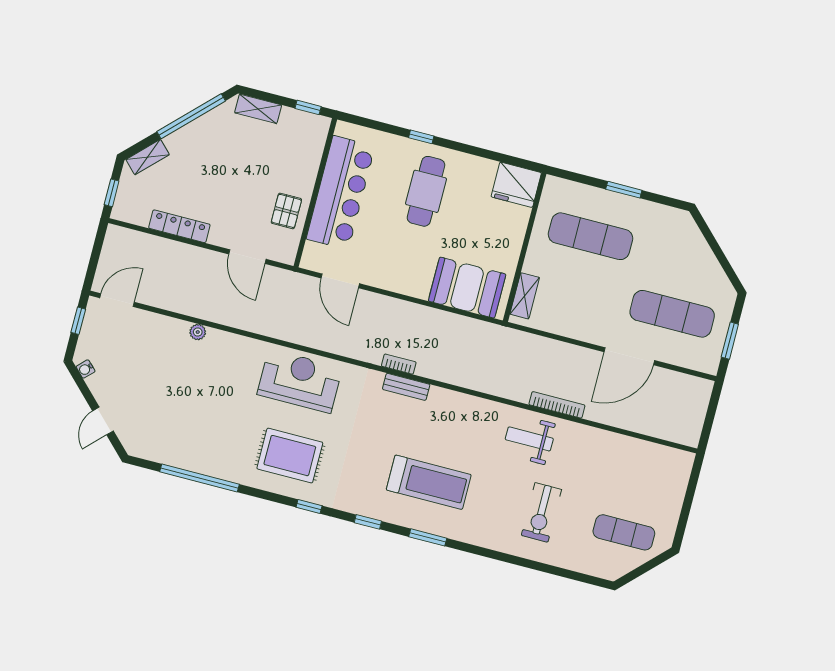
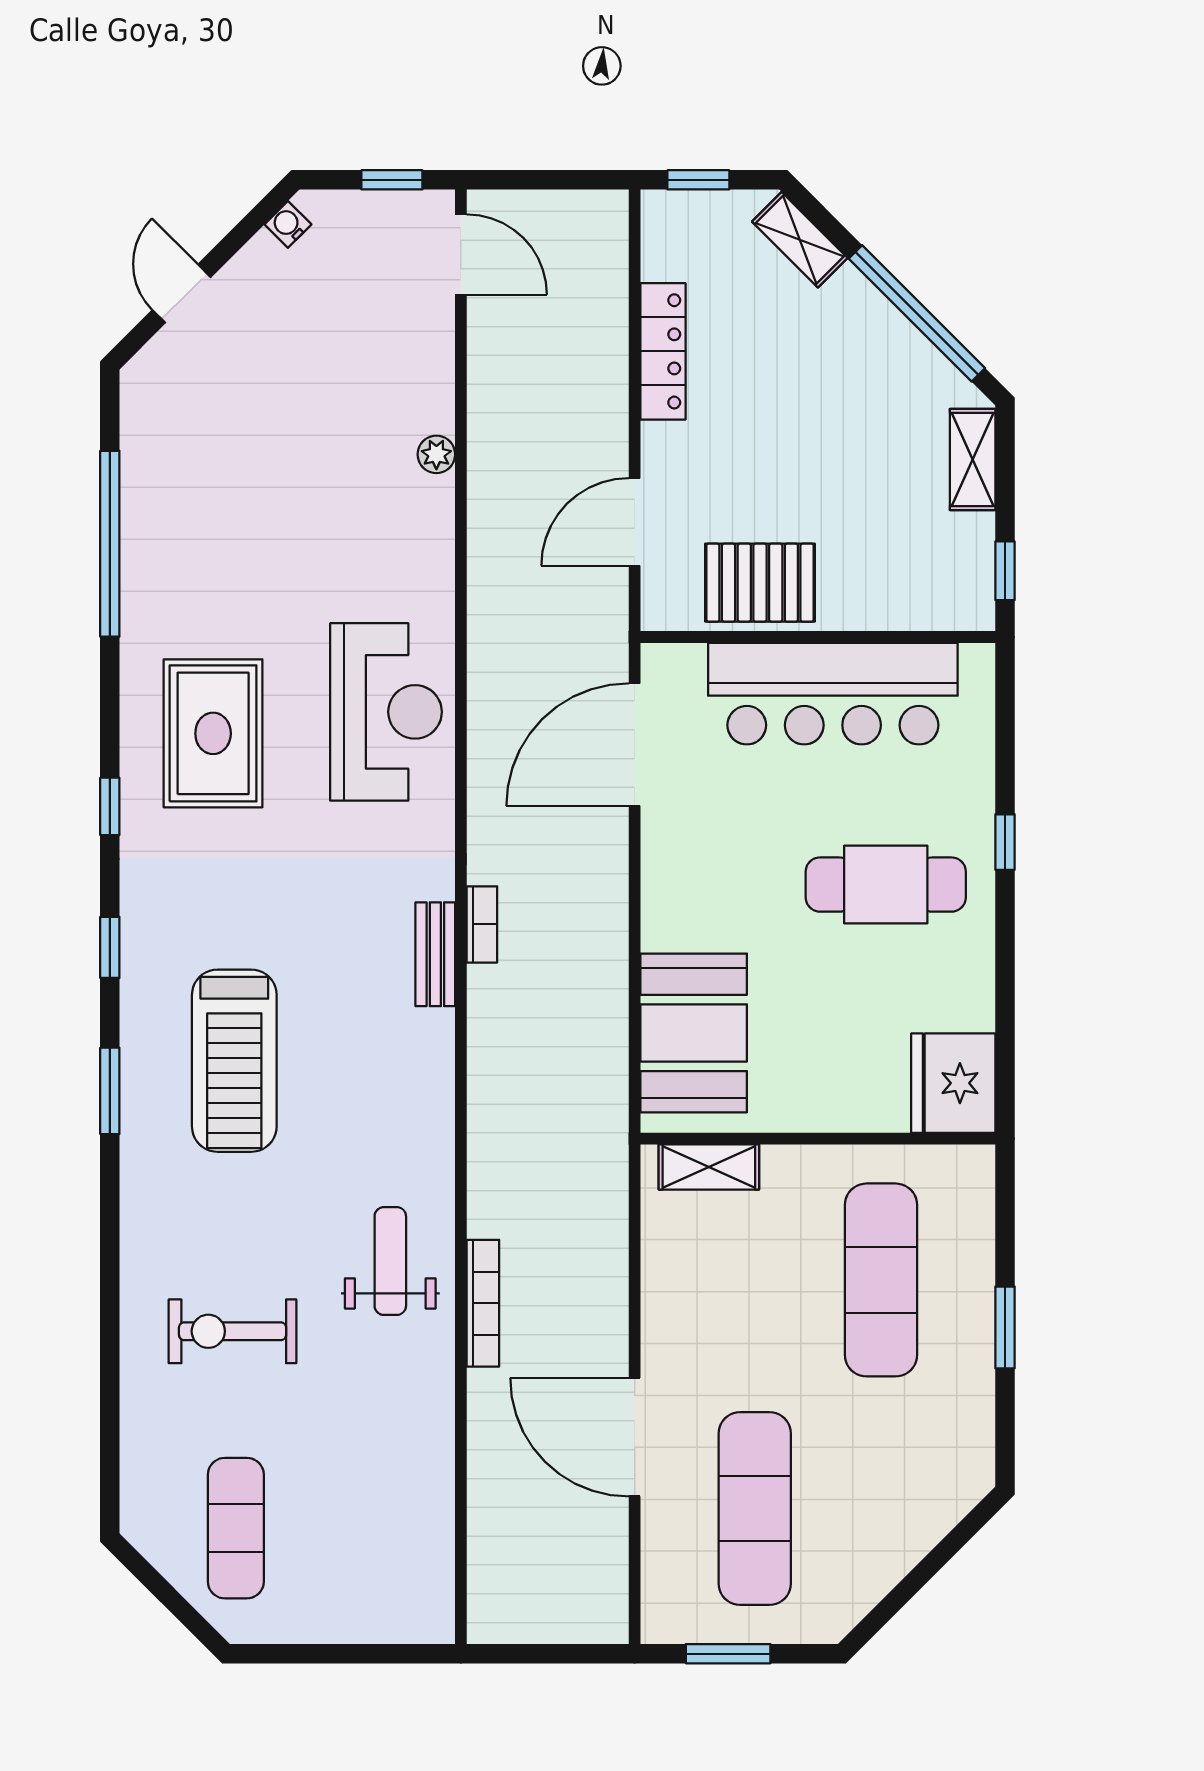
pallet: (286, 211) -> (760, 583), width x1.50, depth x1.42
door: (340, 281) -> (635, 745), width x1.36
door: (103, 421) -> (182, 294), hinge flipped

